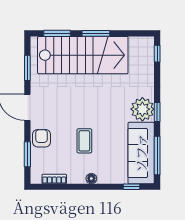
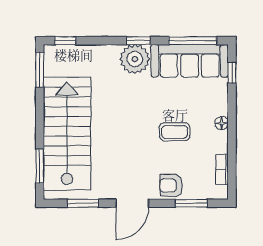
window: (96, 33) -> (40, 70), moved

